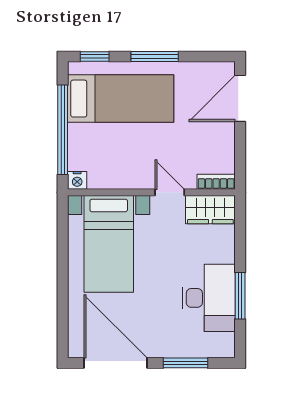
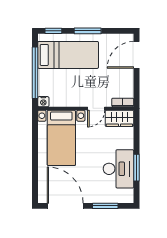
door: (170, 192) -> (96, 108), swing flipped

